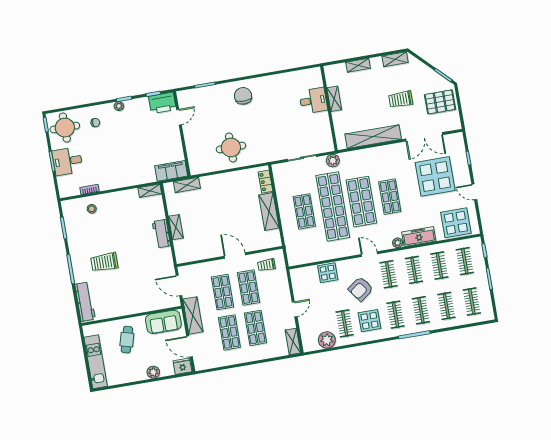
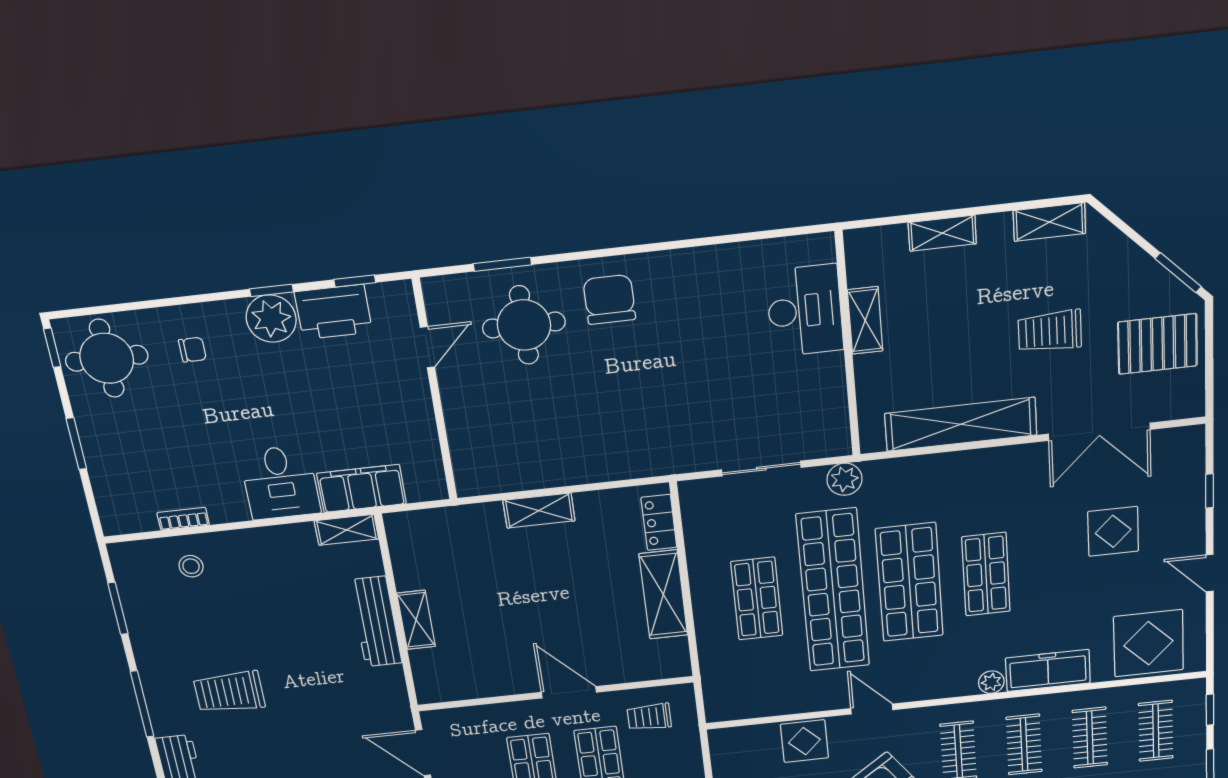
desk: (313, 101) -> (805, 311), width x1.37
printer: (162, 103) -> (333, 312), moved
plant: (119, 106) -> (271, 319), width x1.88, depth x1.88
round table: (231, 147) -> (524, 325), moved
desk: (68, 161) -> (280, 483), moved, turned -90
filing cabinet: (171, 171) -> (362, 488), moved
display table: (435, 176) -> (1113, 531), width x0.54, depth x0.54
shelving: (187, 185) -> (539, 511), moved
workbench: (161, 234) -> (376, 622), width x1.38
door: (369, 254) -> (872, 709), moved

